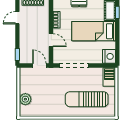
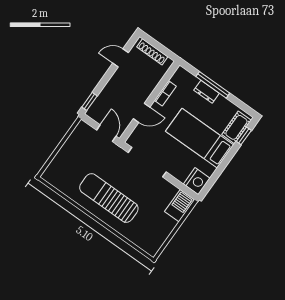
door: (51, 40) -> (142, 113), hinge flipped
plant: (25, 99) -> (61, 161), removed
sun lounger: (87, 99) -> (109, 198), moved

